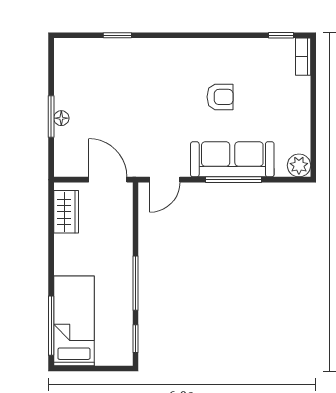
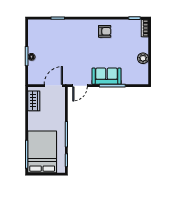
armchair: (220, 97) -> (105, 31), moved
sofa: (232, 159) -> (106, 76), width x0.73
plant: (299, 165) -> (143, 58), moved
door: (108, 180) -> (53, 86), hinge flipped
bed: (74, 321) -> (42, 152), width x1.50

